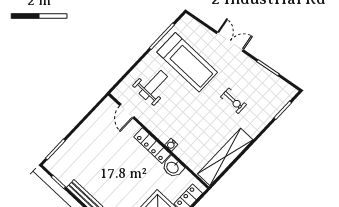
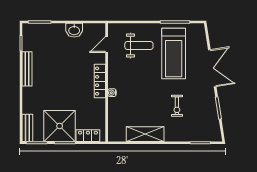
double door: (230, 42) -> (212, 68), width x1.37
shelving: (225, 157) -> (145, 134), width x0.68
washbasin: (173, 167) -> (74, 30), moved, turned -90

